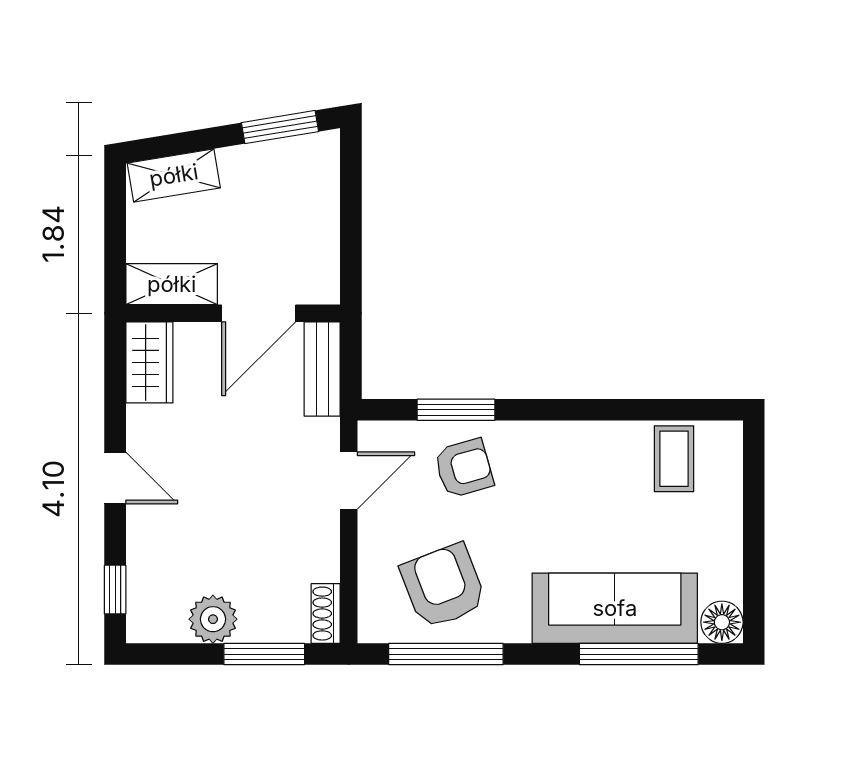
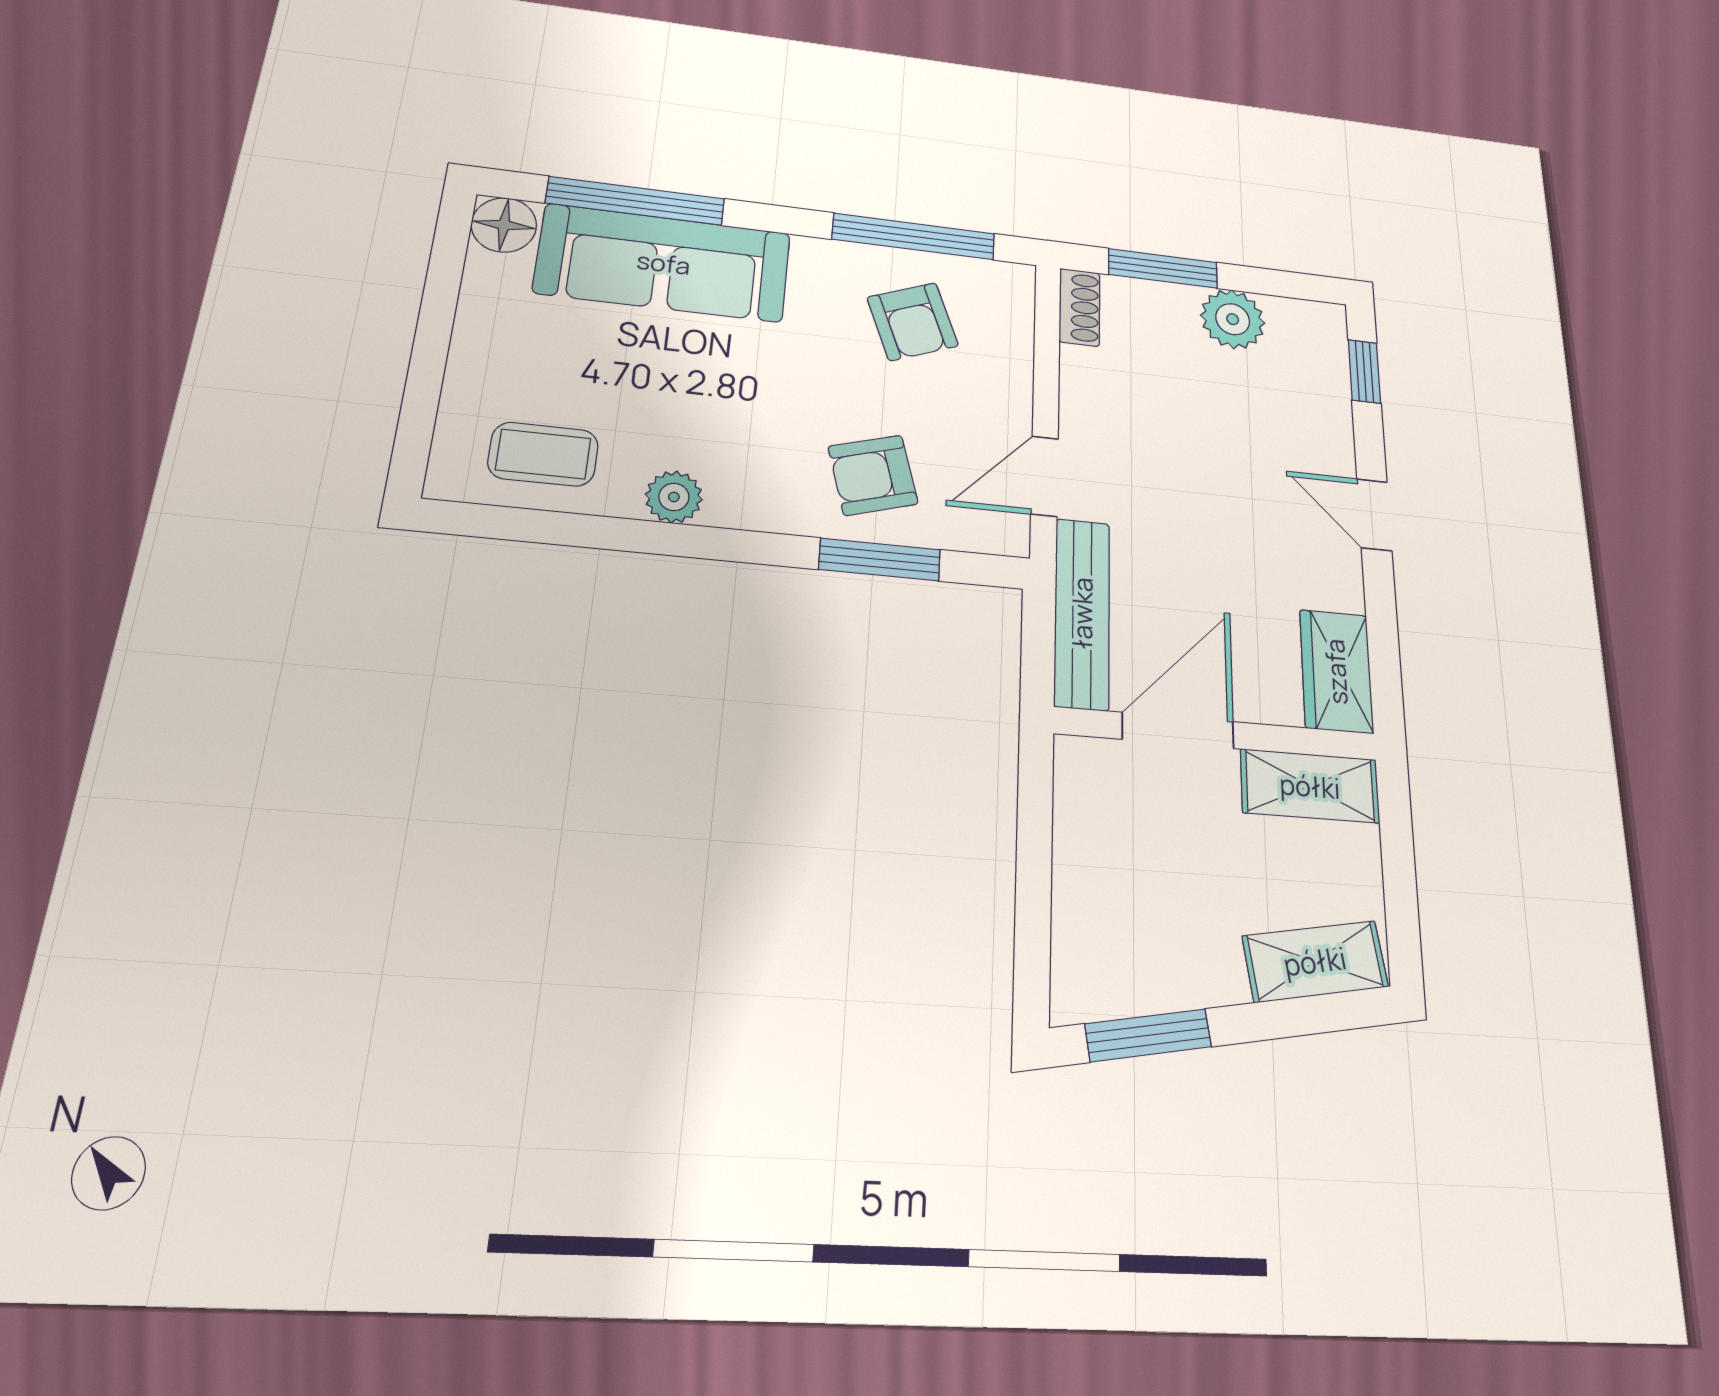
bench: (322, 369) -> (1082, 613), width x1.36
plant: (590, 439) -> (674, 497), added
coffee table: (674, 459) -> (543, 454), turned 90
armchair: (443, 586) -> (913, 322), width x0.72, depth x0.72

